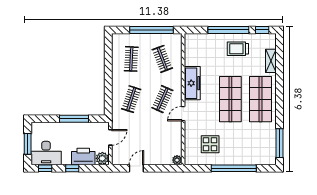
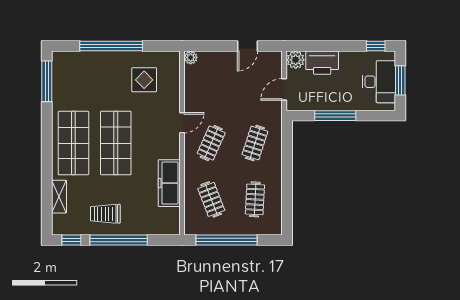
trolley: (238, 49) -> (105, 214), turned 180
freezer: (192, 83) -> (169, 183), moved
desk: (46, 153) -> (379, 82), moved, turned 90
window: (72, 168) -> (338, 46), removed

